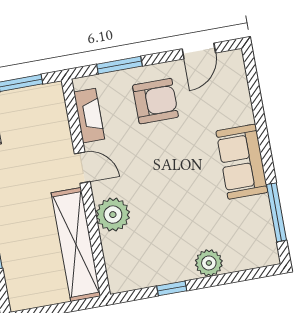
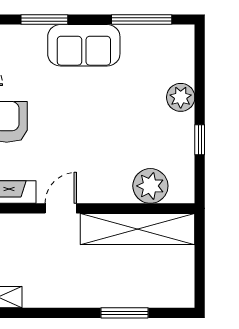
window: (260, 120) -> (44, 19), added
plant: (113, 215) -> (150, 186), moved

